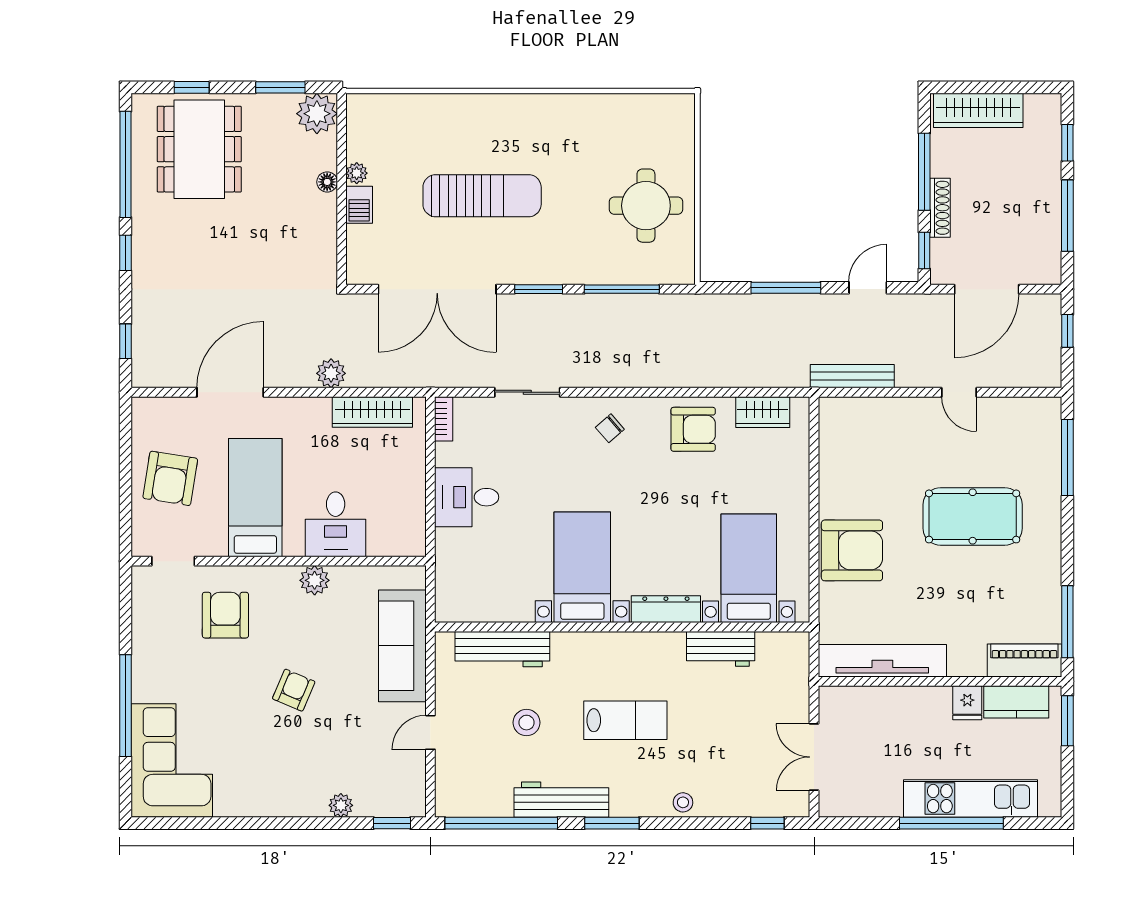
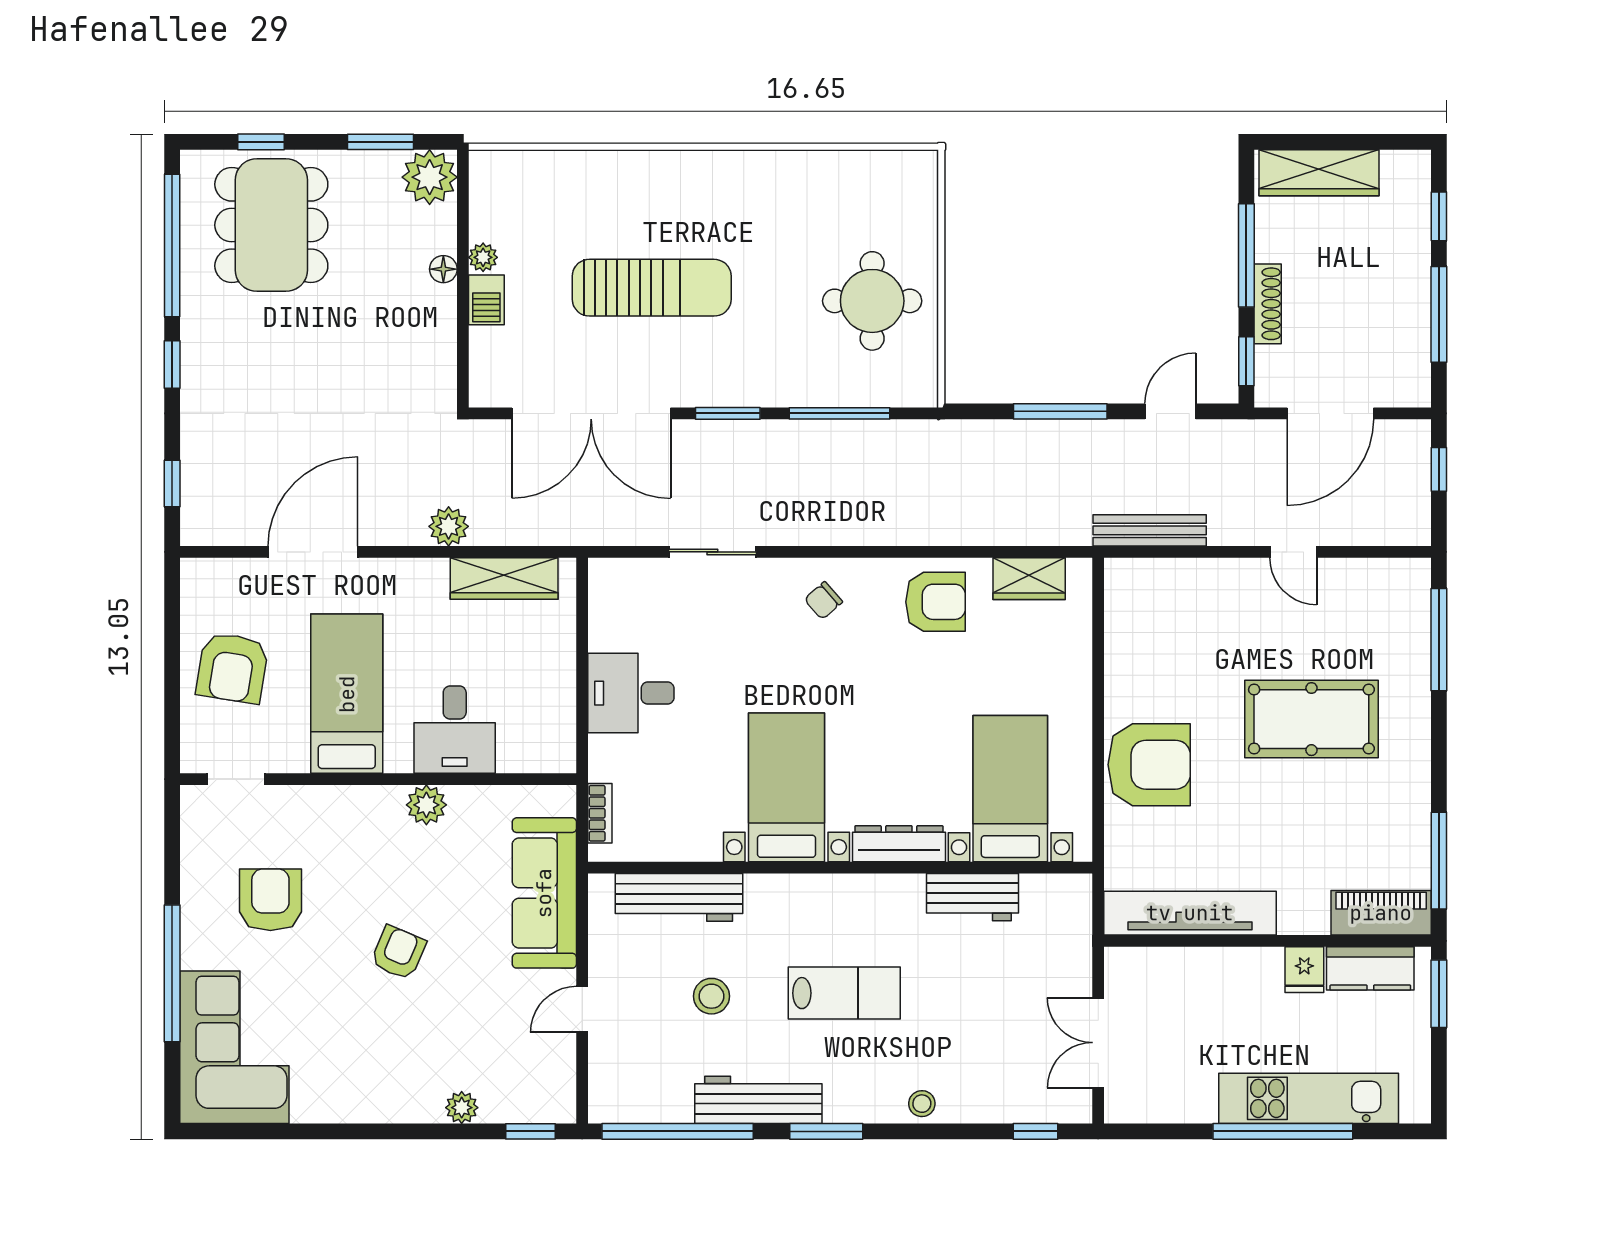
bookcase: (444, 419) -> (600, 813), moved
armchair: (225, 615) -> (270, 900), moved

